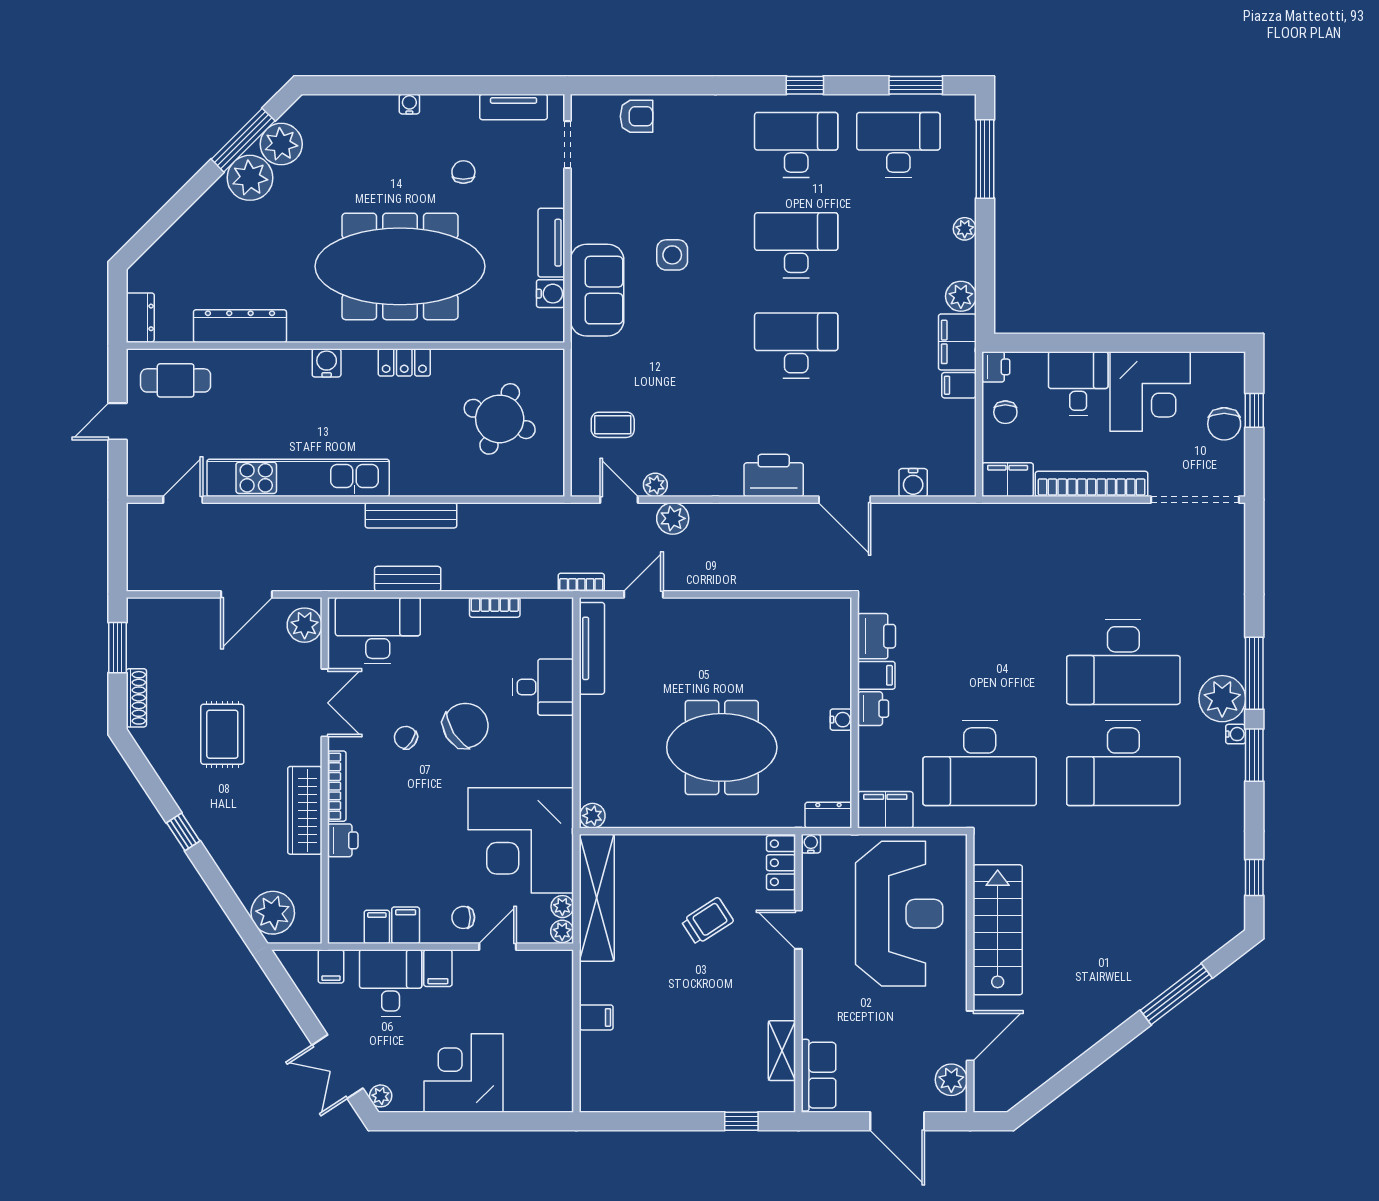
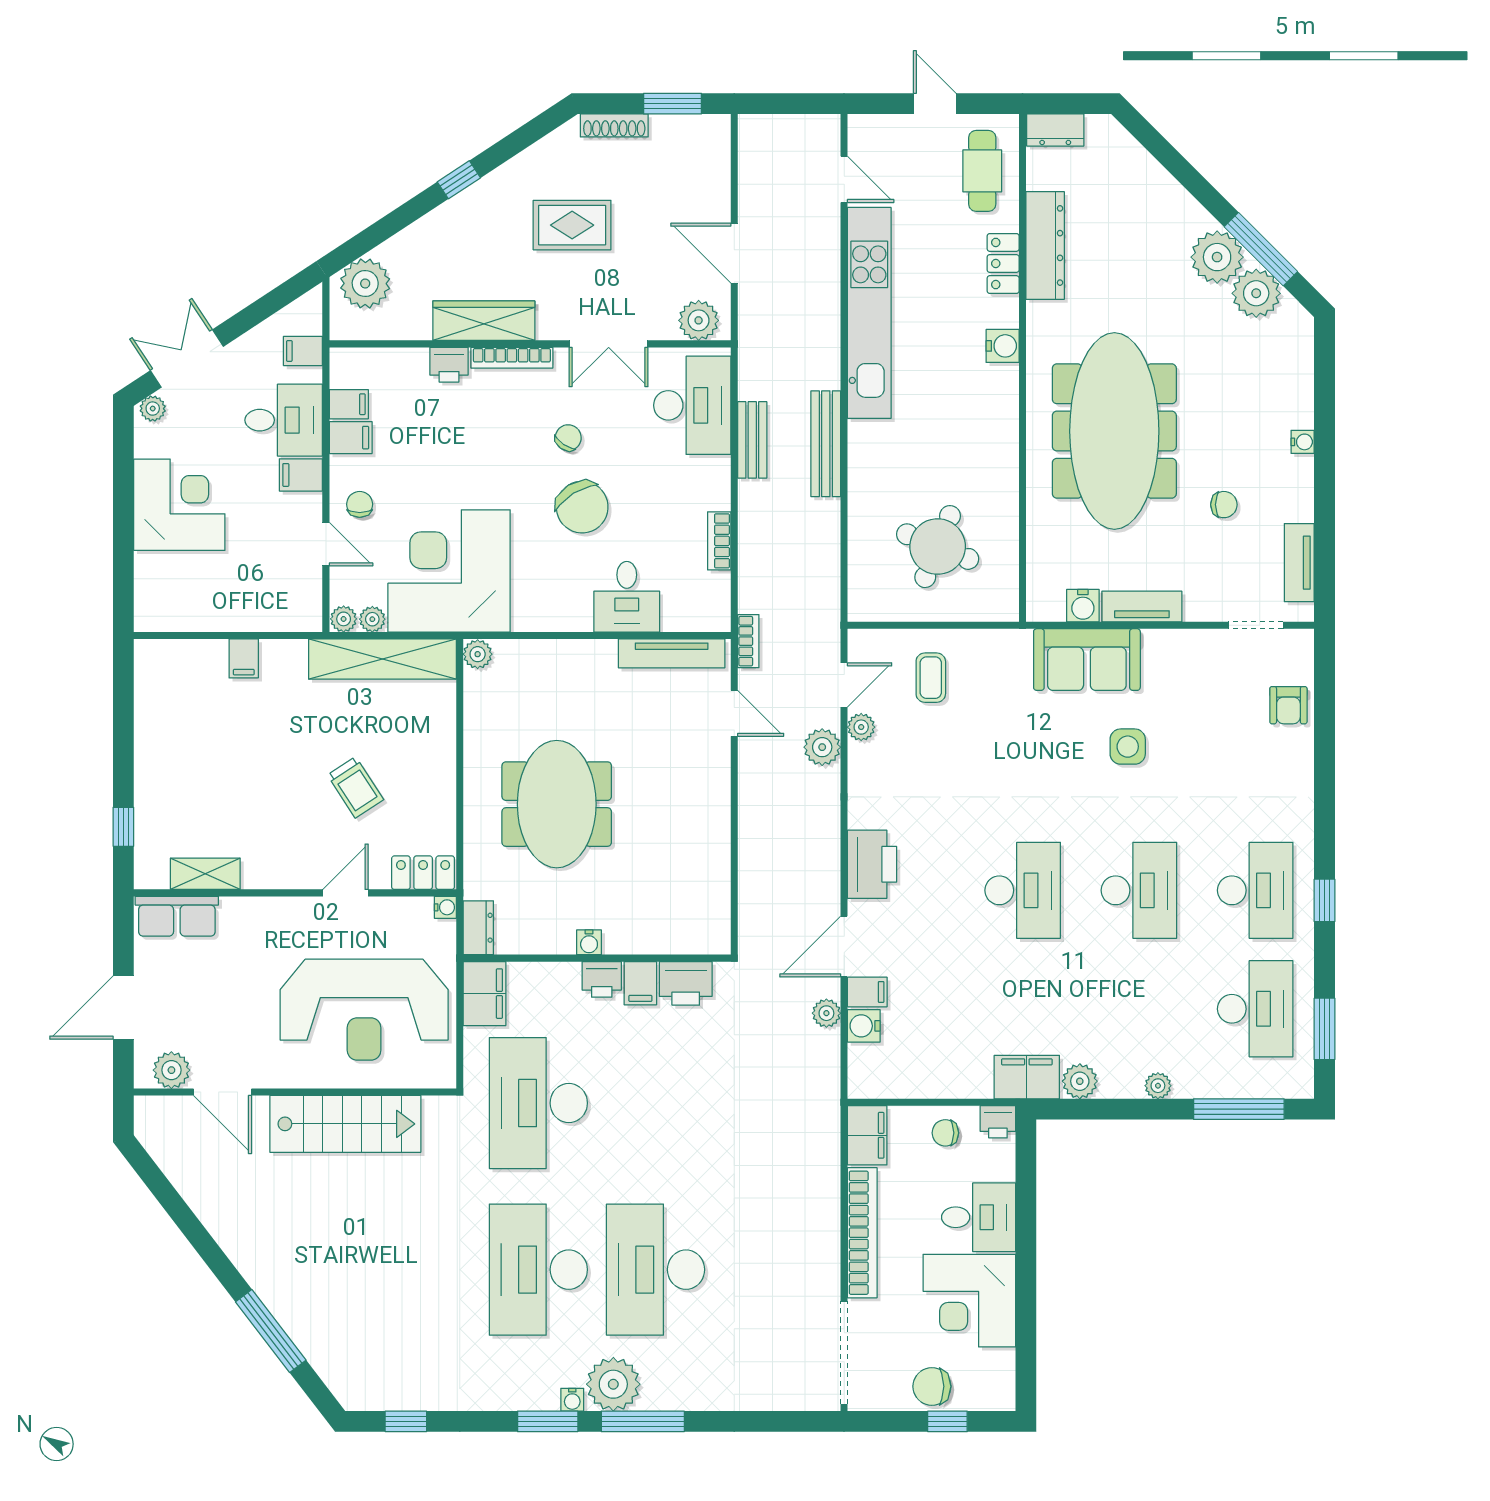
locker: (404, 362) -> (1003, 264), moved
filing cabinet: (959, 385) -> (867, 992), moved, turned 90
plant: (902, 515) -> (826, 1013), added

